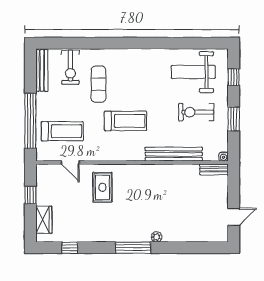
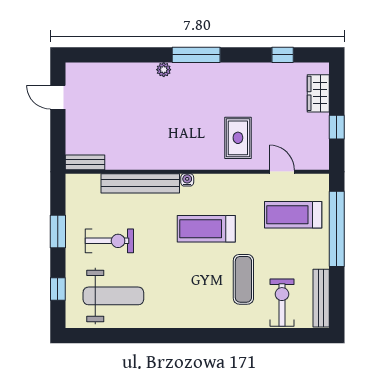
water cooler: (224, 157) -> (187, 180), moved
door: (234, 217) -> (58, 97), hinge flipped

